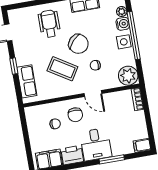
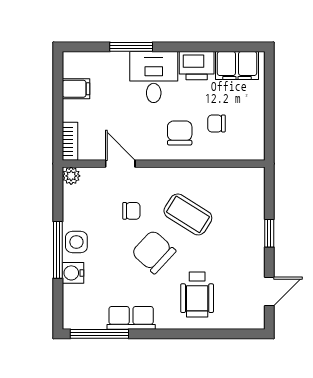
plant: (122, 11) -> (71, 294), removed
window: (134, 35) -> (58, 250), width x0.68
plant: (128, 76) -> (71, 176), width x0.53, depth x0.53
row of seats: (27, 81) -> (252, 204), removed
door: (93, 94) -> (120, 164), moved
filing cabinet: (142, 145) -> (76, 89), moved

